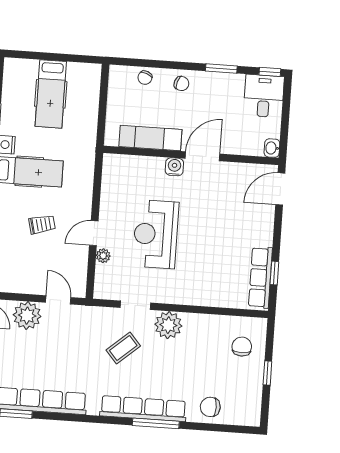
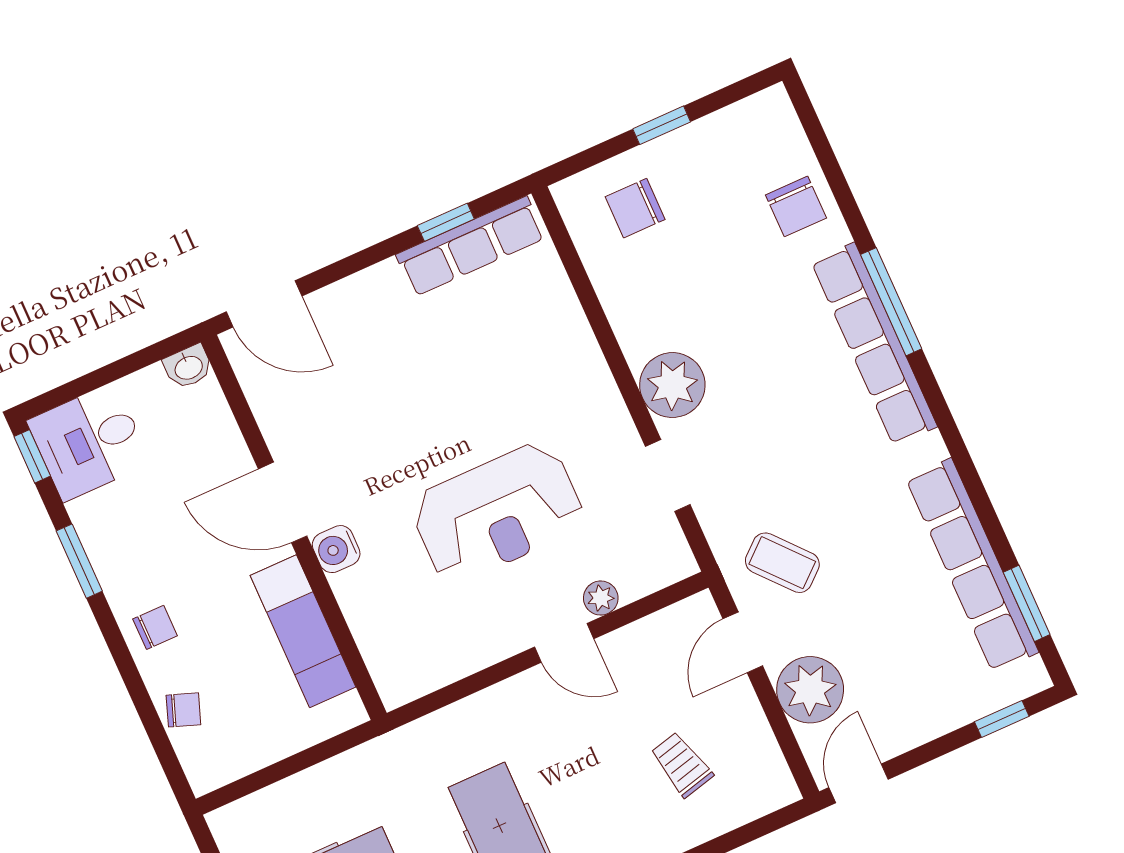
chair: (181, 84) -> (155, 627), turned 71
trolley: (42, 224) -> (682, 764), moved
coffee table: (123, 348) -> (782, 563), moved

